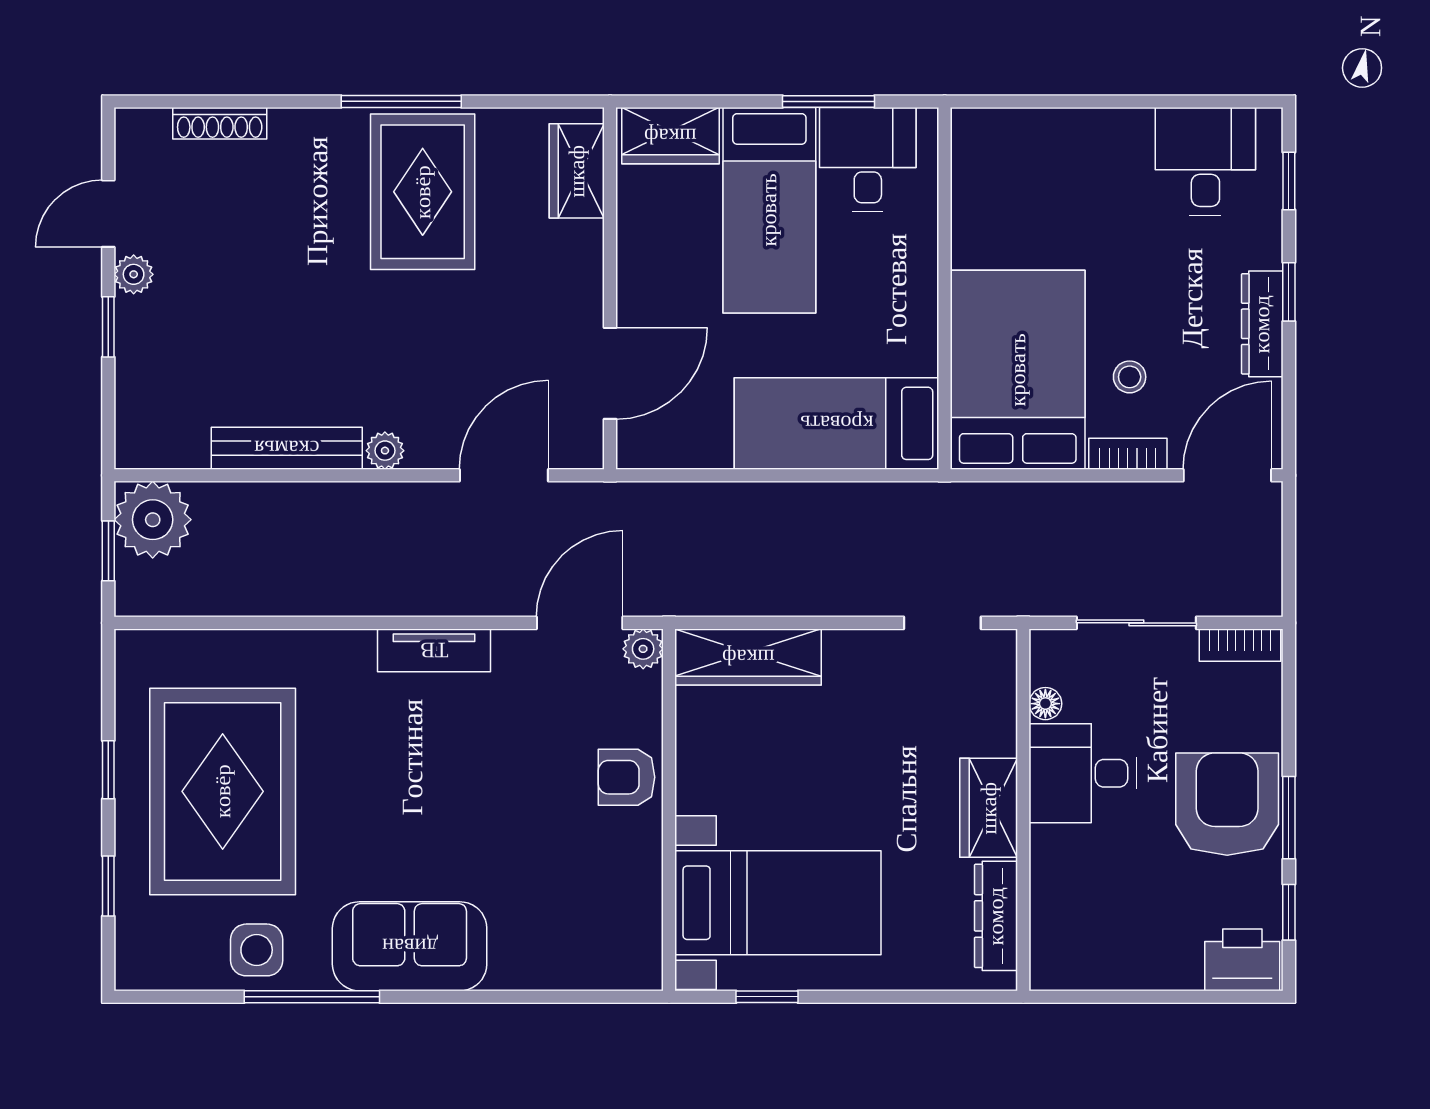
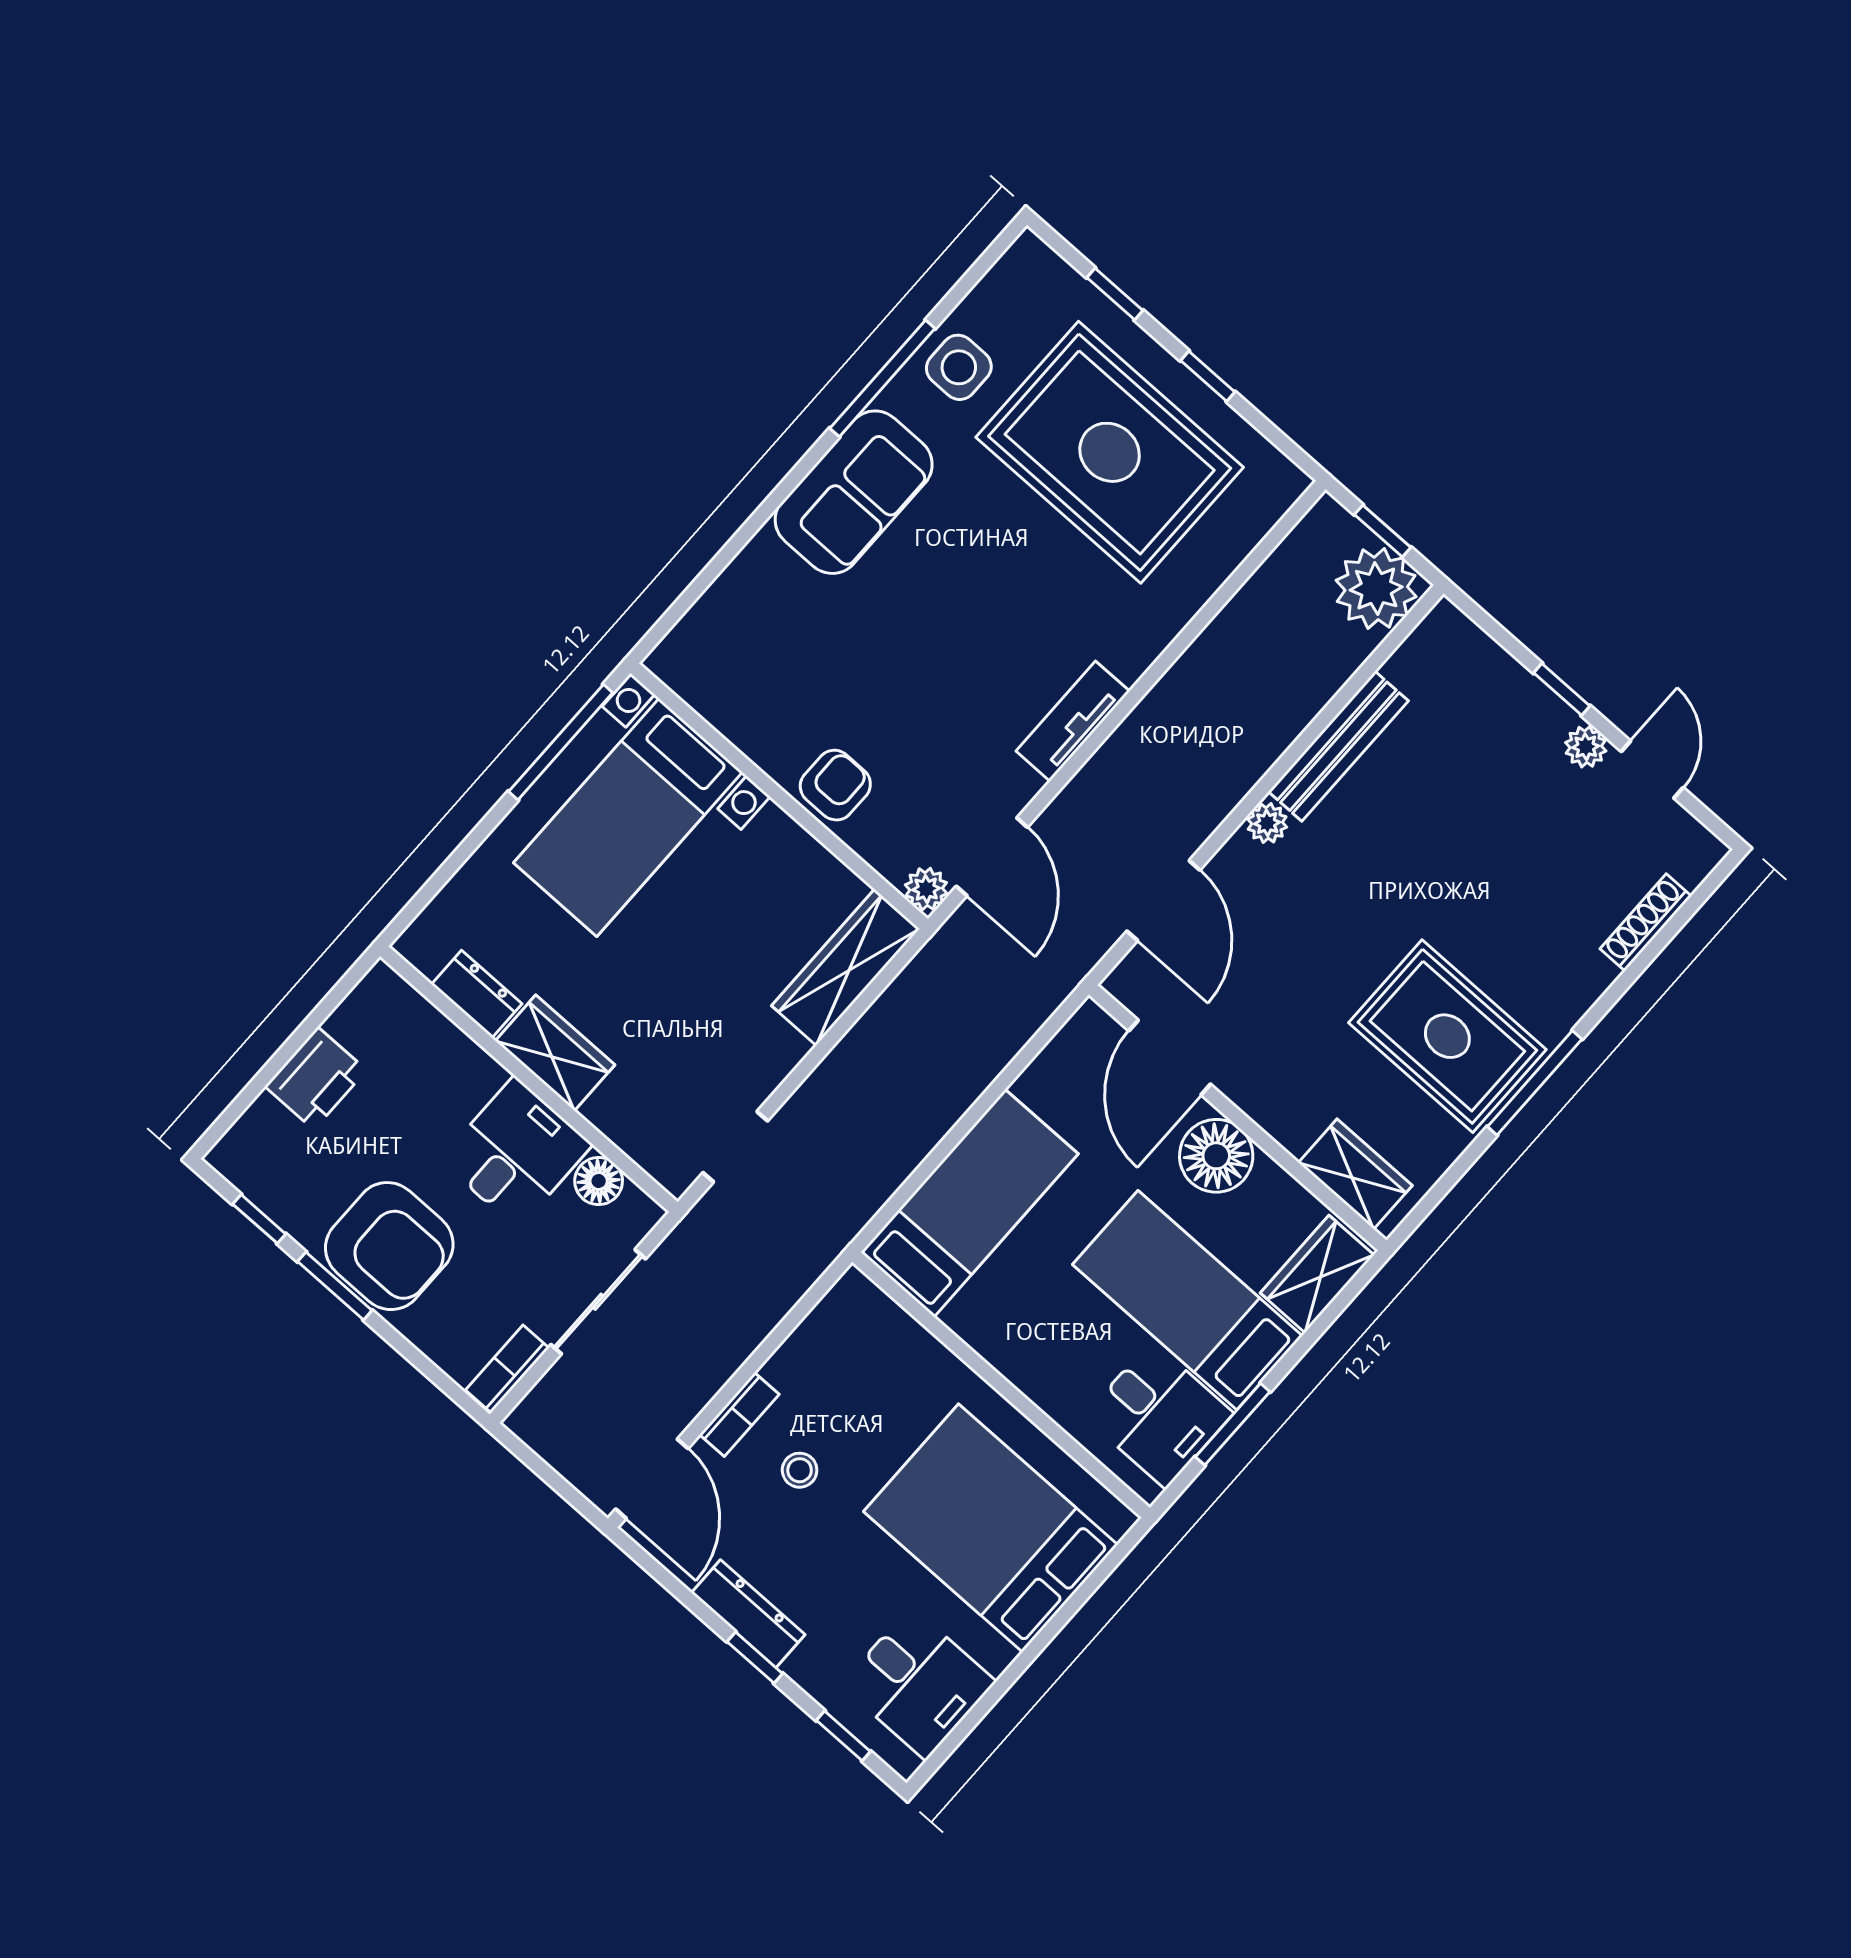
floor lamp: (650, 280) -> (1216, 1156), added
bed: (1018, 370) -> (991, 1528), moved, turned 180
floor lamp: (1045, 704) -> (599, 1181), width x1.37, depth x1.37
dresser: (996, 916) -> (477, 994), width x0.70
printer: (1242, 960) -> (316, 1078), moved
window: (767, 997) -> (561, 742), width x2.17

